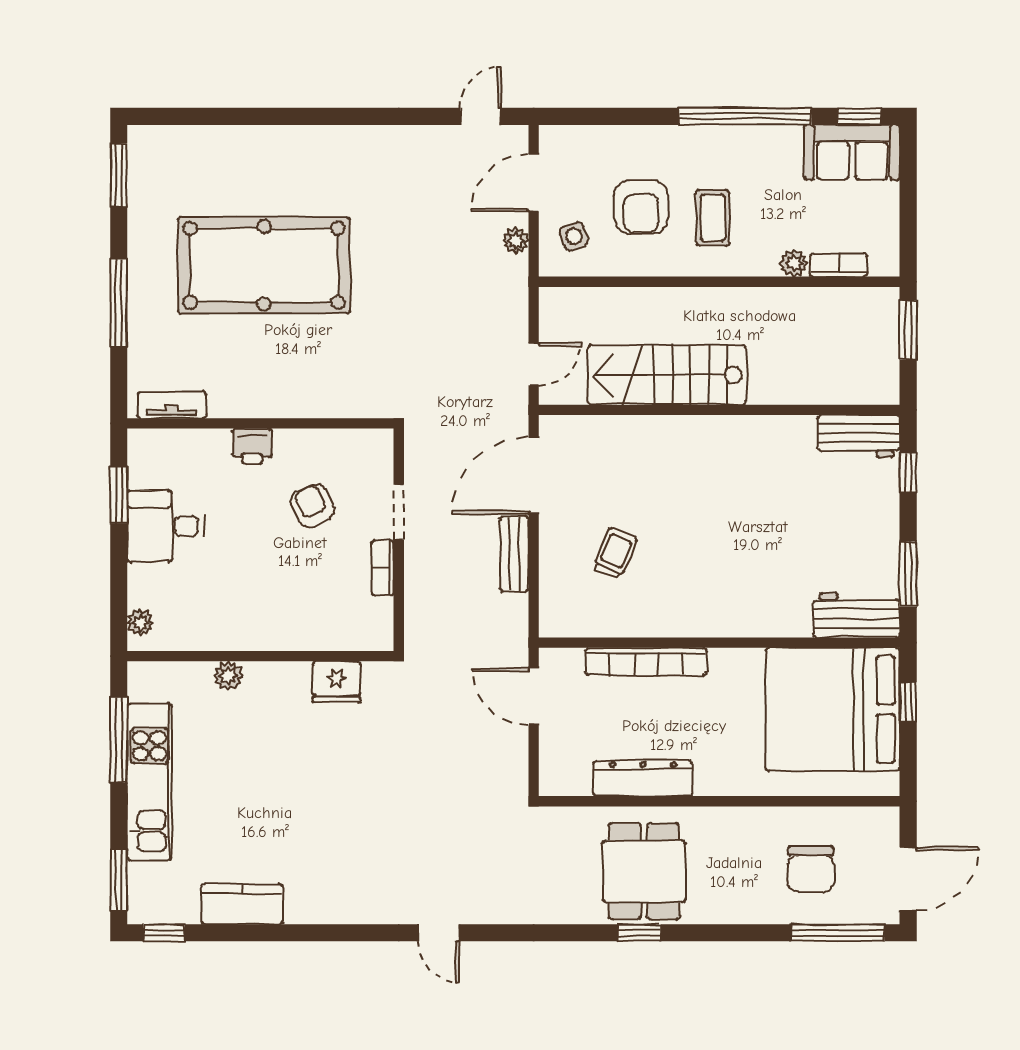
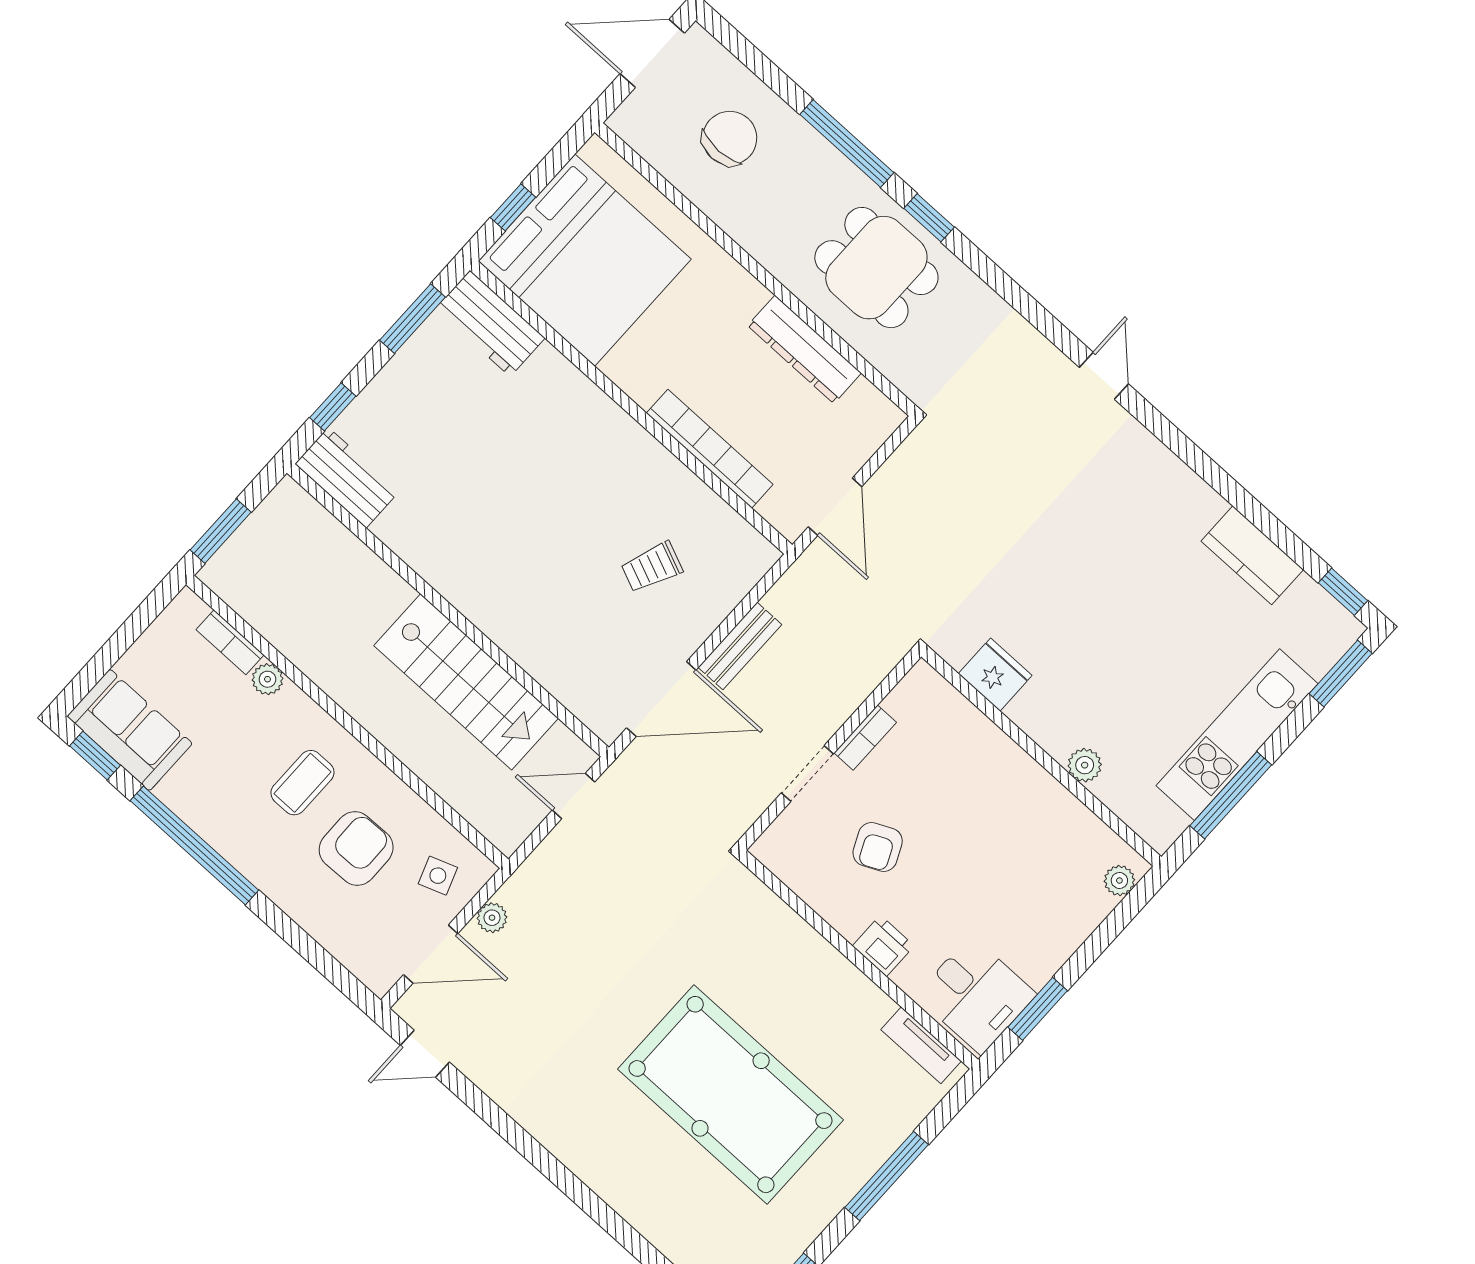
desk: (166, 526) -> (976, 995), moved
dining table: (644, 871) -> (876, 268), turned 90
window: (838, 933) -> (847, 143), moved

